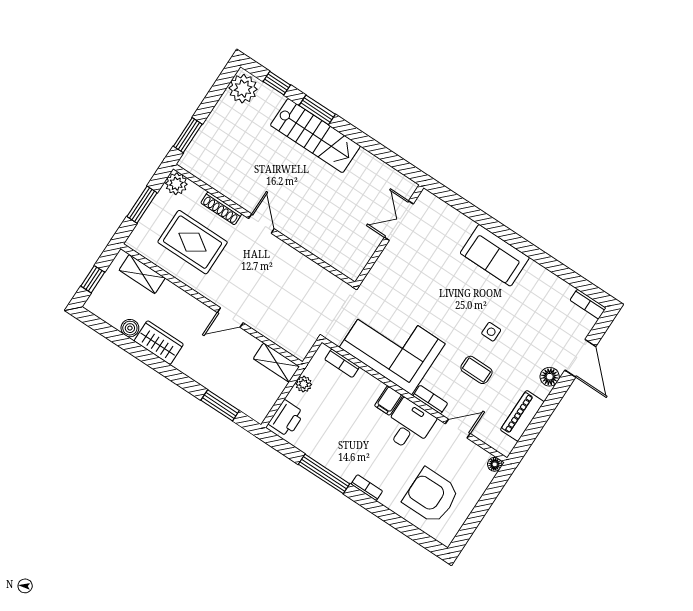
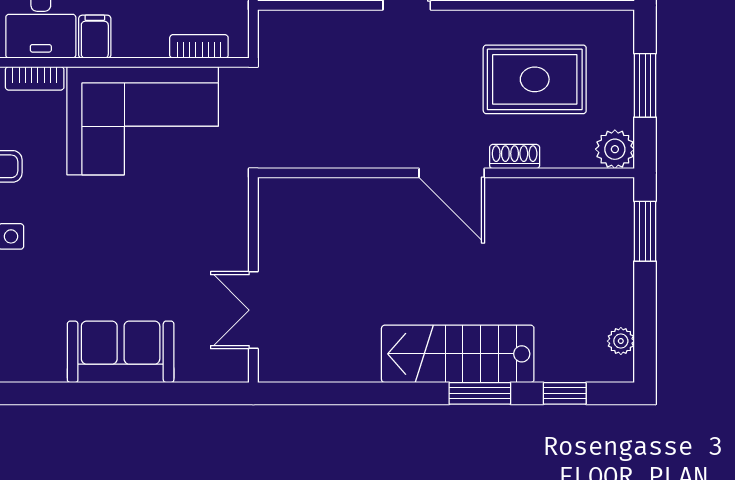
plant: (243, 89) -> (621, 341), width x0.53, depth x0.53
shoe rack: (221, 208) -> (515, 157), width x0.70
double door: (399, 221) -> (253, 310), swing flipped
door: (261, 224) -> (452, 173), width x1.38
sofa: (495, 255) -> (121, 352), moved

